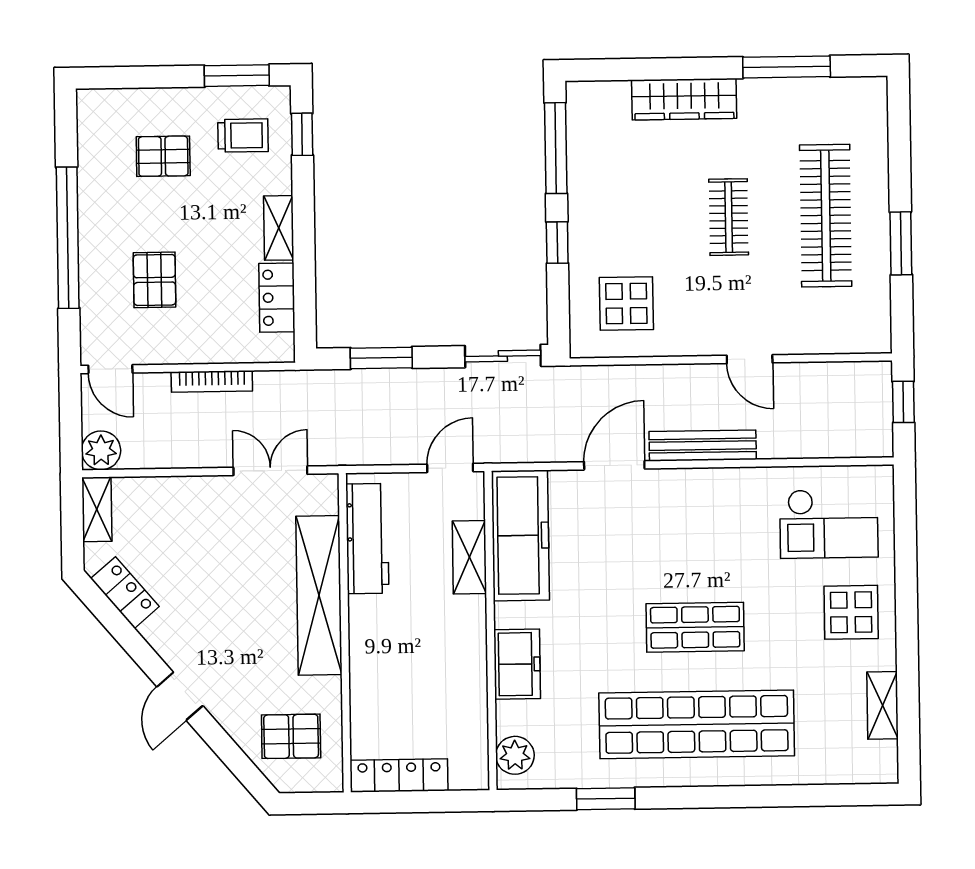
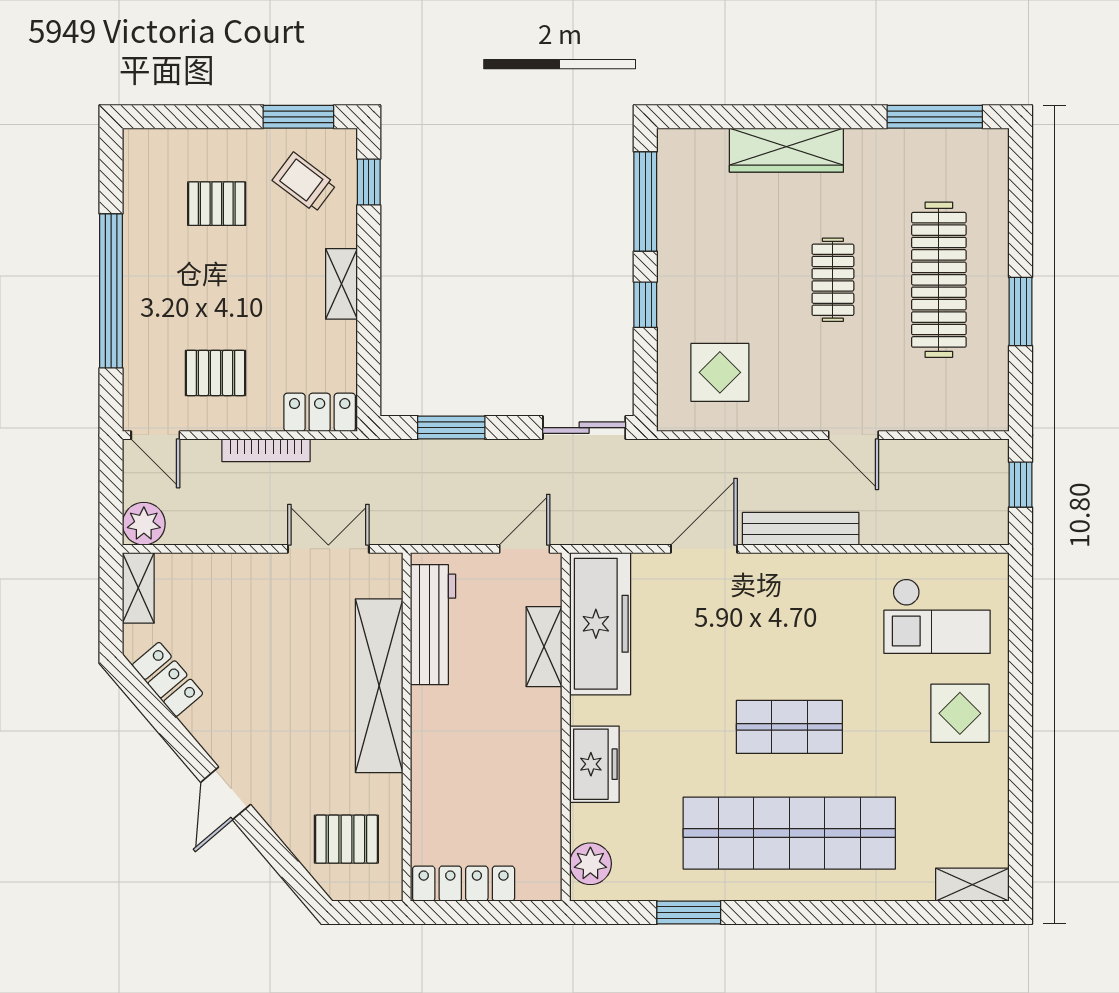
window: (787, 67) -> (935, 117), moved
trolley: (243, 135) -> (304, 182), turned -143
pallet: (155, 280) -> (216, 373), moved, turned 90
locker: (277, 298) -> (320, 412), moved, turned 90
shelving: (883, 705) -> (972, 885), moved, turned 90

